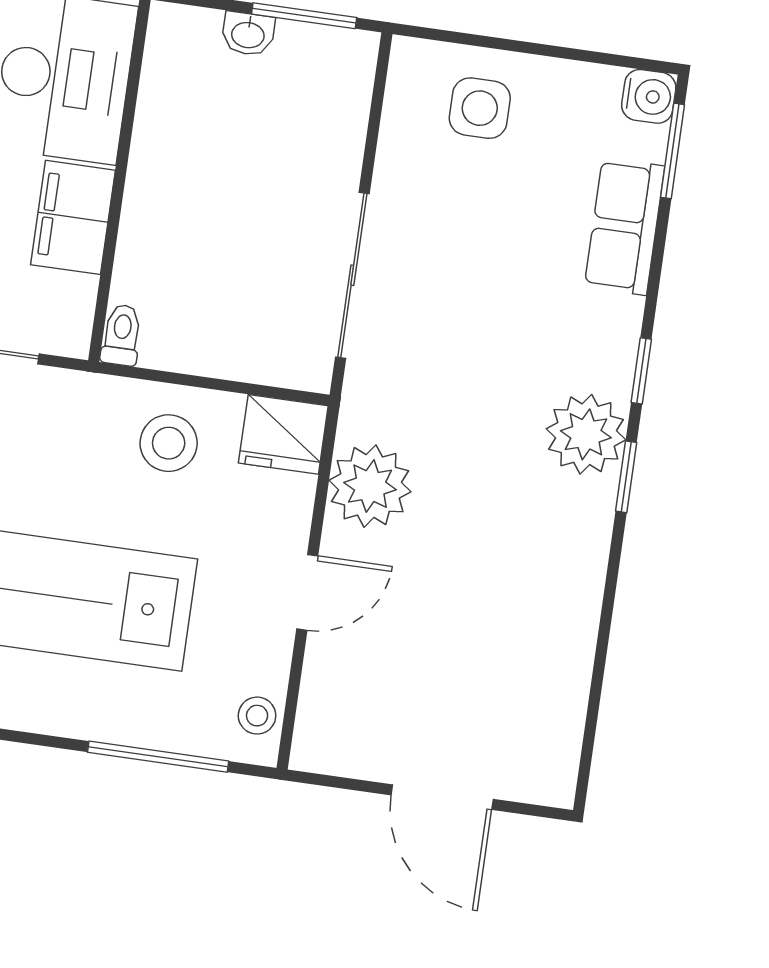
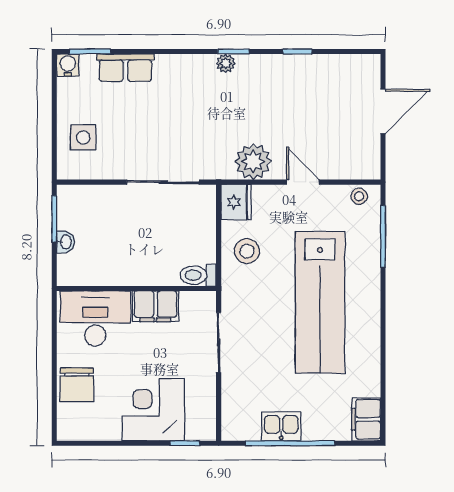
toilet: (122, 335) -> (198, 275), width x1.37, depth x1.39
window: (641, 371) -> (297, 52), moved
plant: (586, 434) -> (226, 63), width x0.53, depth x0.53

